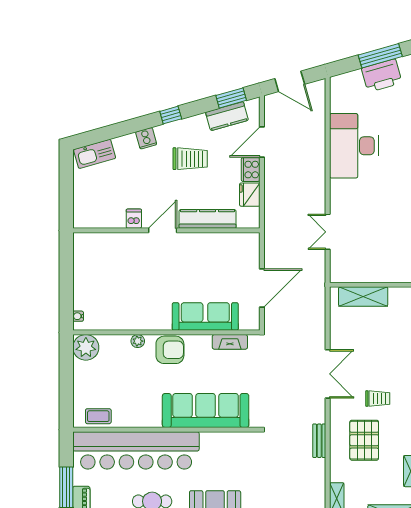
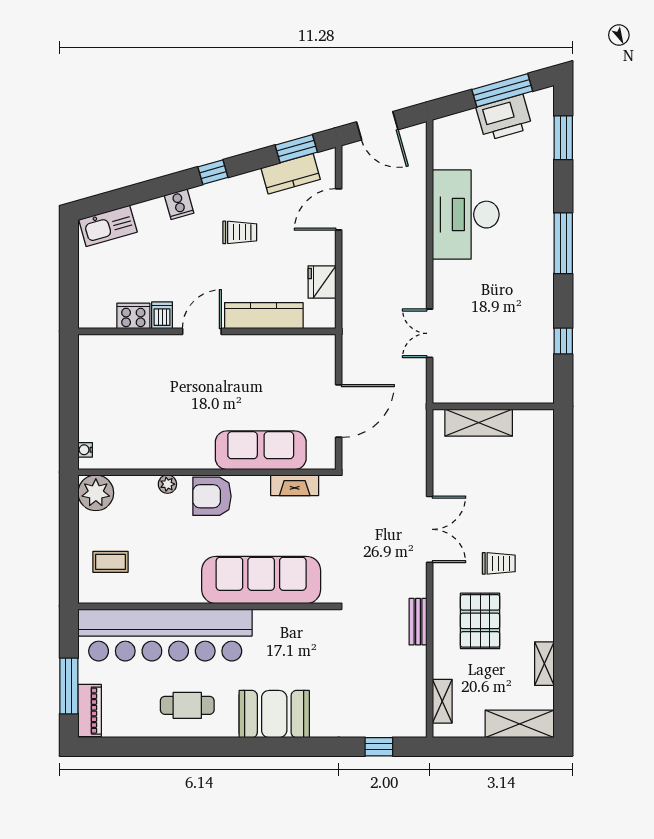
trolley: (190, 159) -> (240, 232), width x0.73, depth x0.72
cooker: (251, 170) -> (133, 316), moved, turned 90
armchair: (170, 350) -> (212, 496), turned 180
coffee table: (98, 416) -> (111, 562), moved

